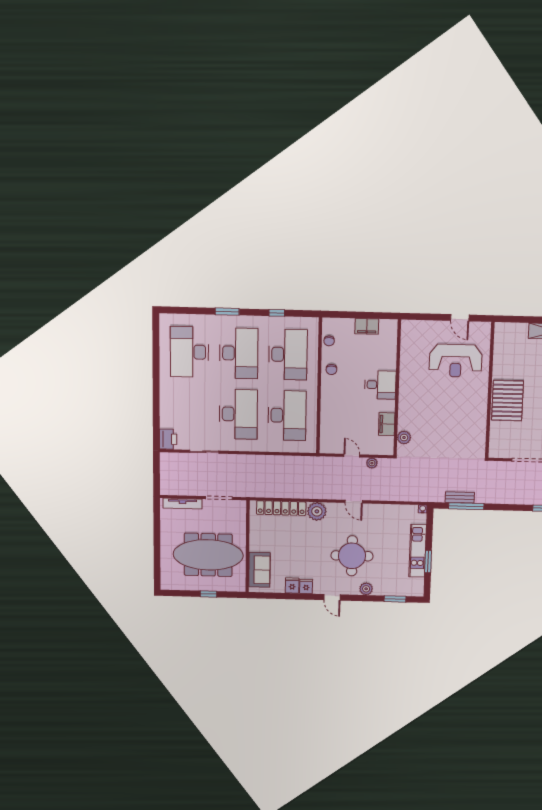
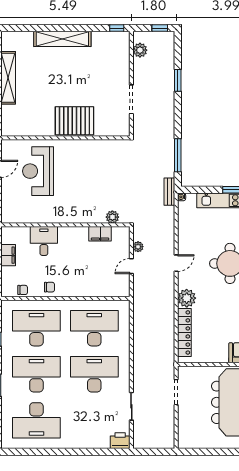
reception desk: (456, 361) -> (38, 171), turned 180
desk: (380, 385) -> (44, 241), moved
bench: (460, 497) -> (169, 192), moved
tv unit: (183, 504) -> (183, 427), removed

